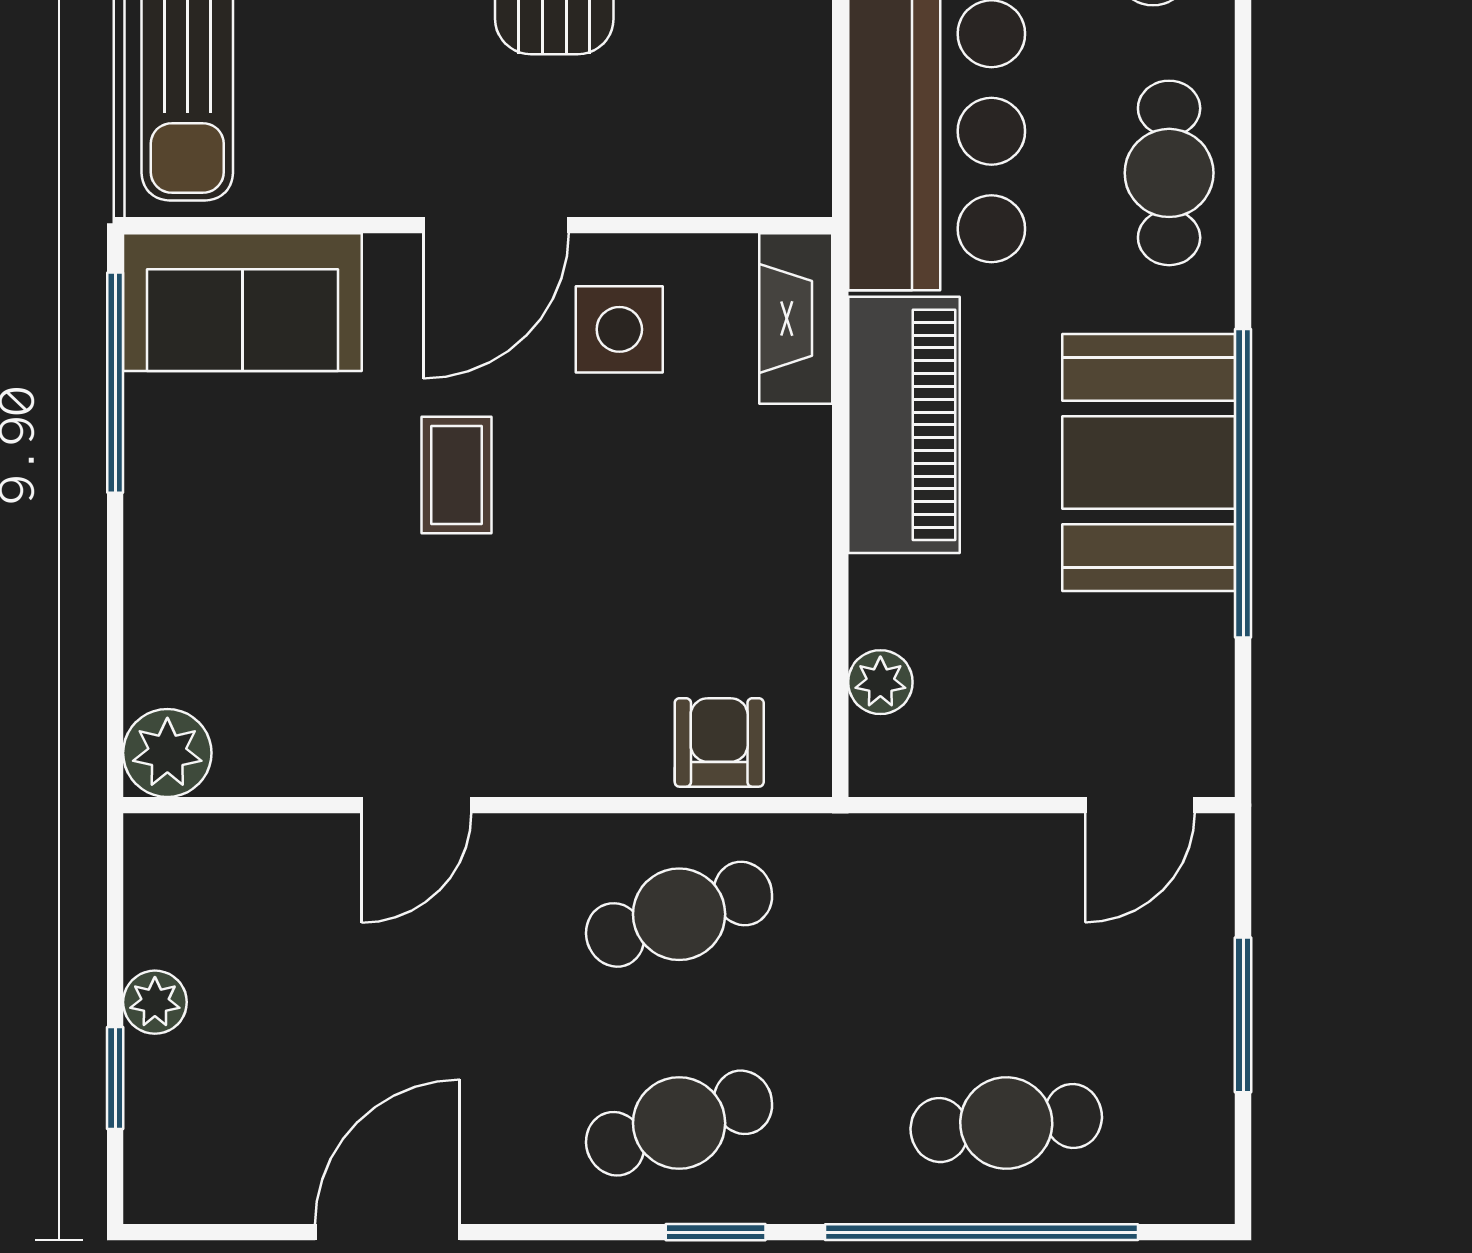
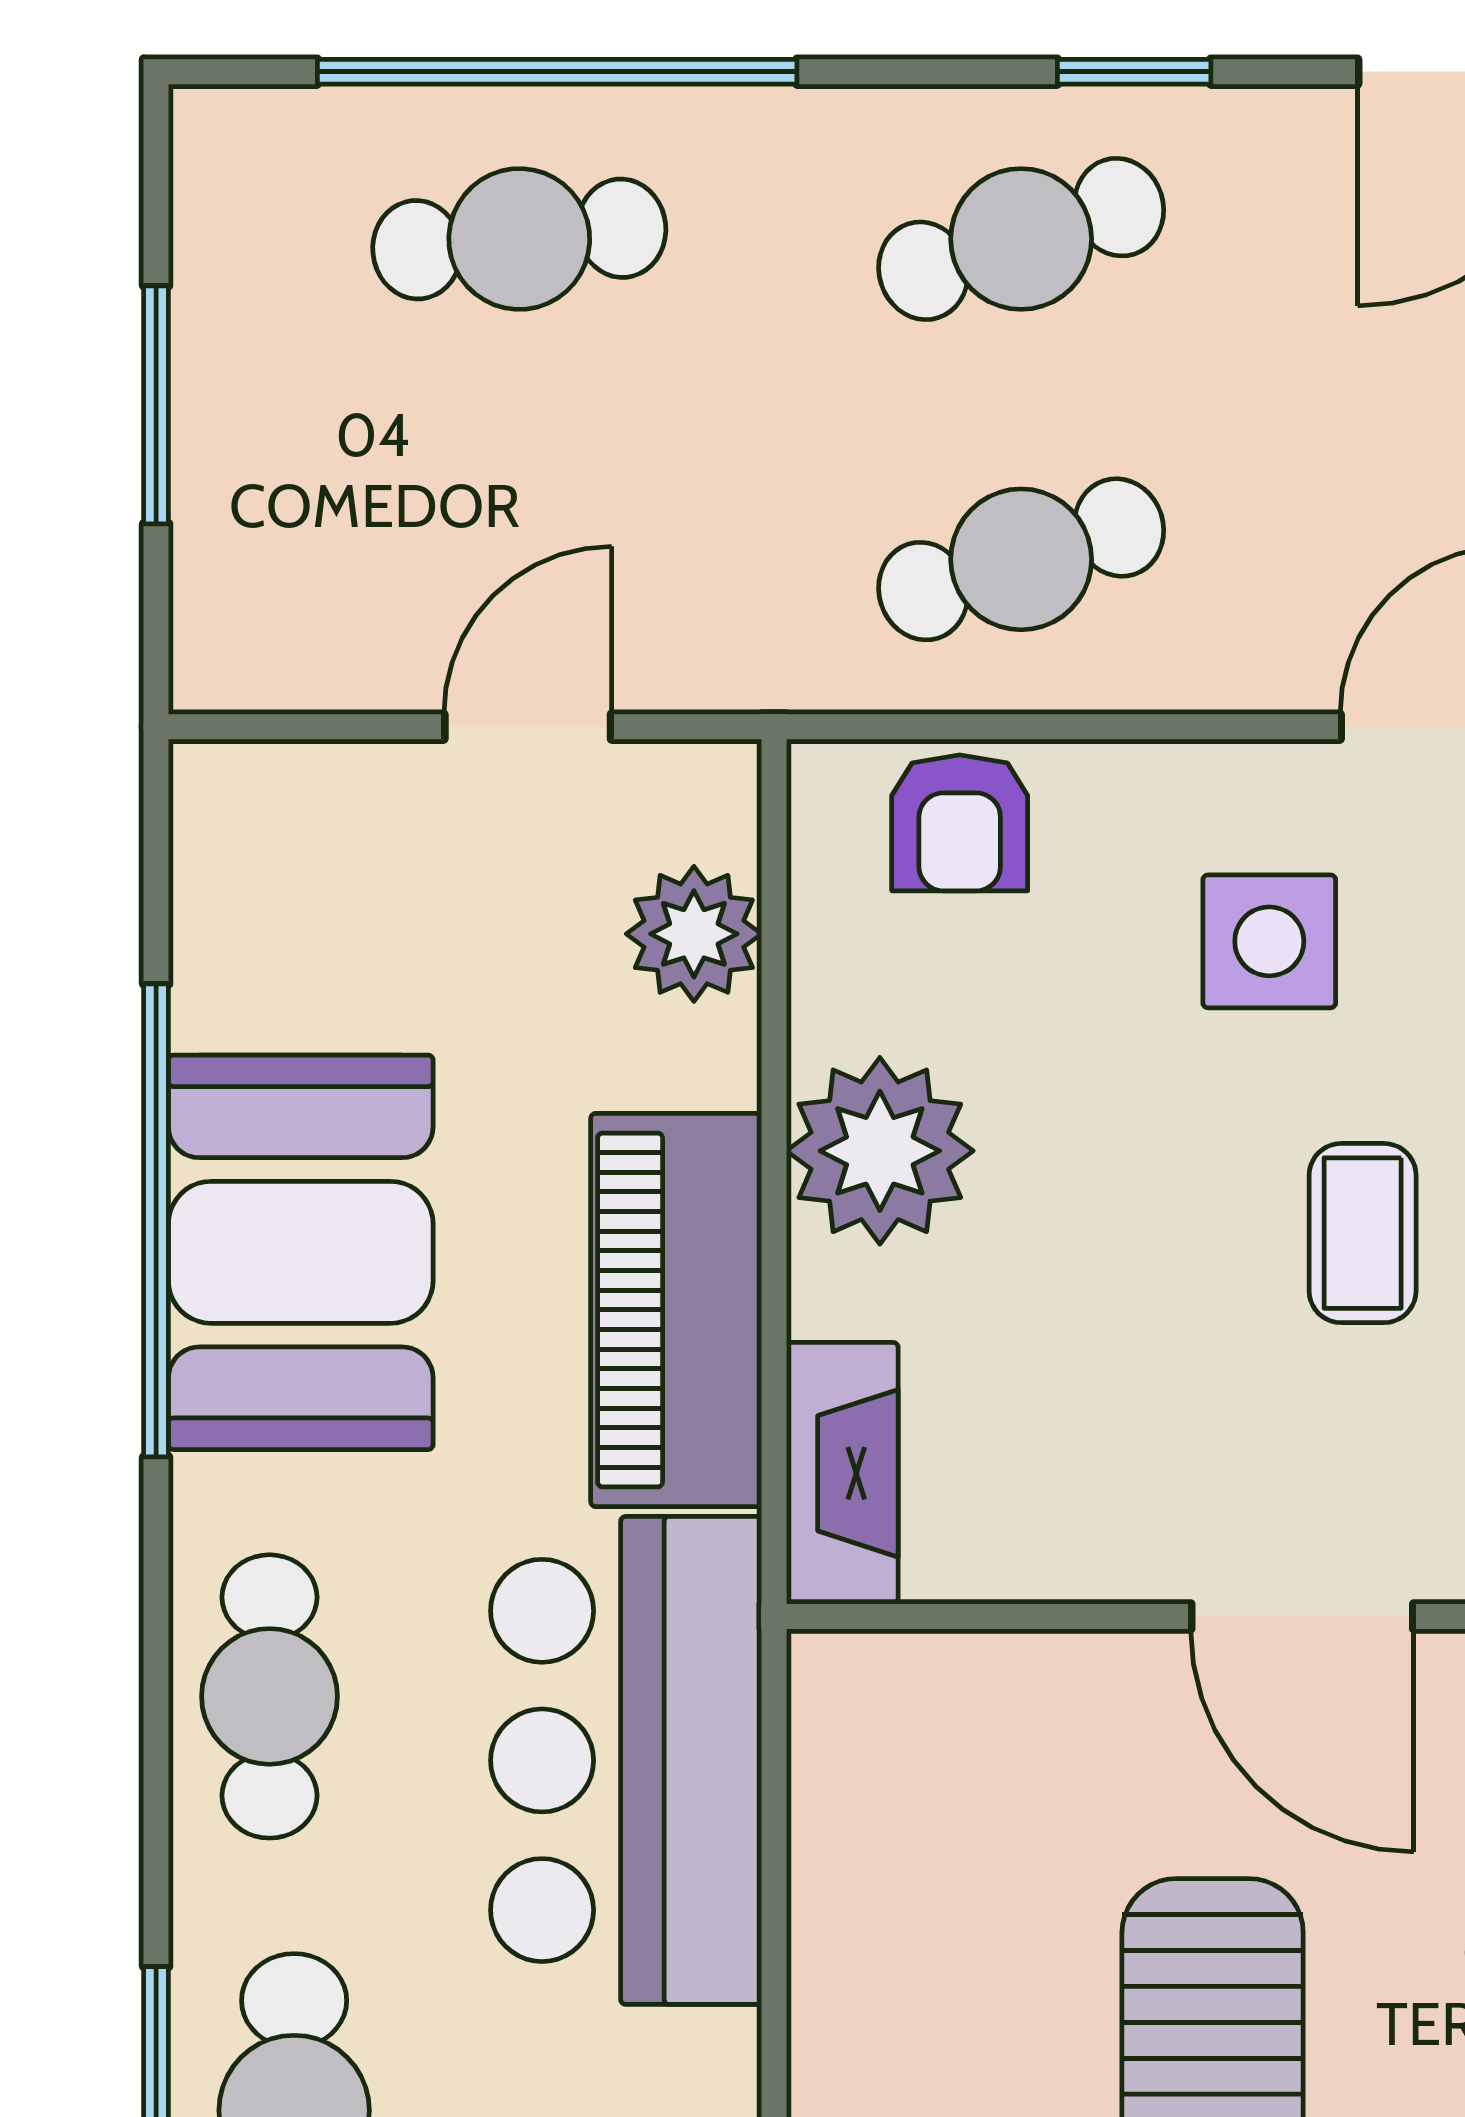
door: (496, 225) -> (1302, 1616), swing flipped
side table: (619, 329) -> (1269, 941), moved
plant: (771, 529) -> (880, 1151), added
plant: (880, 682) -> (694, 934), width x1.38, depth x1.38
door: (1140, 805) -> (528, 727), moved
window: (716, 1232) -> (1134, 72), moved

